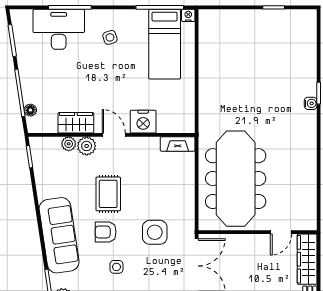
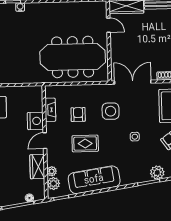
fireplace: (178, 144) -> (50, 110), moved
plant: (87, 146) -> (53, 183), moved
armchair: (106, 232) -> (78, 114), moved, turned 180
sofa: (59, 235) -> (94, 180), moved

